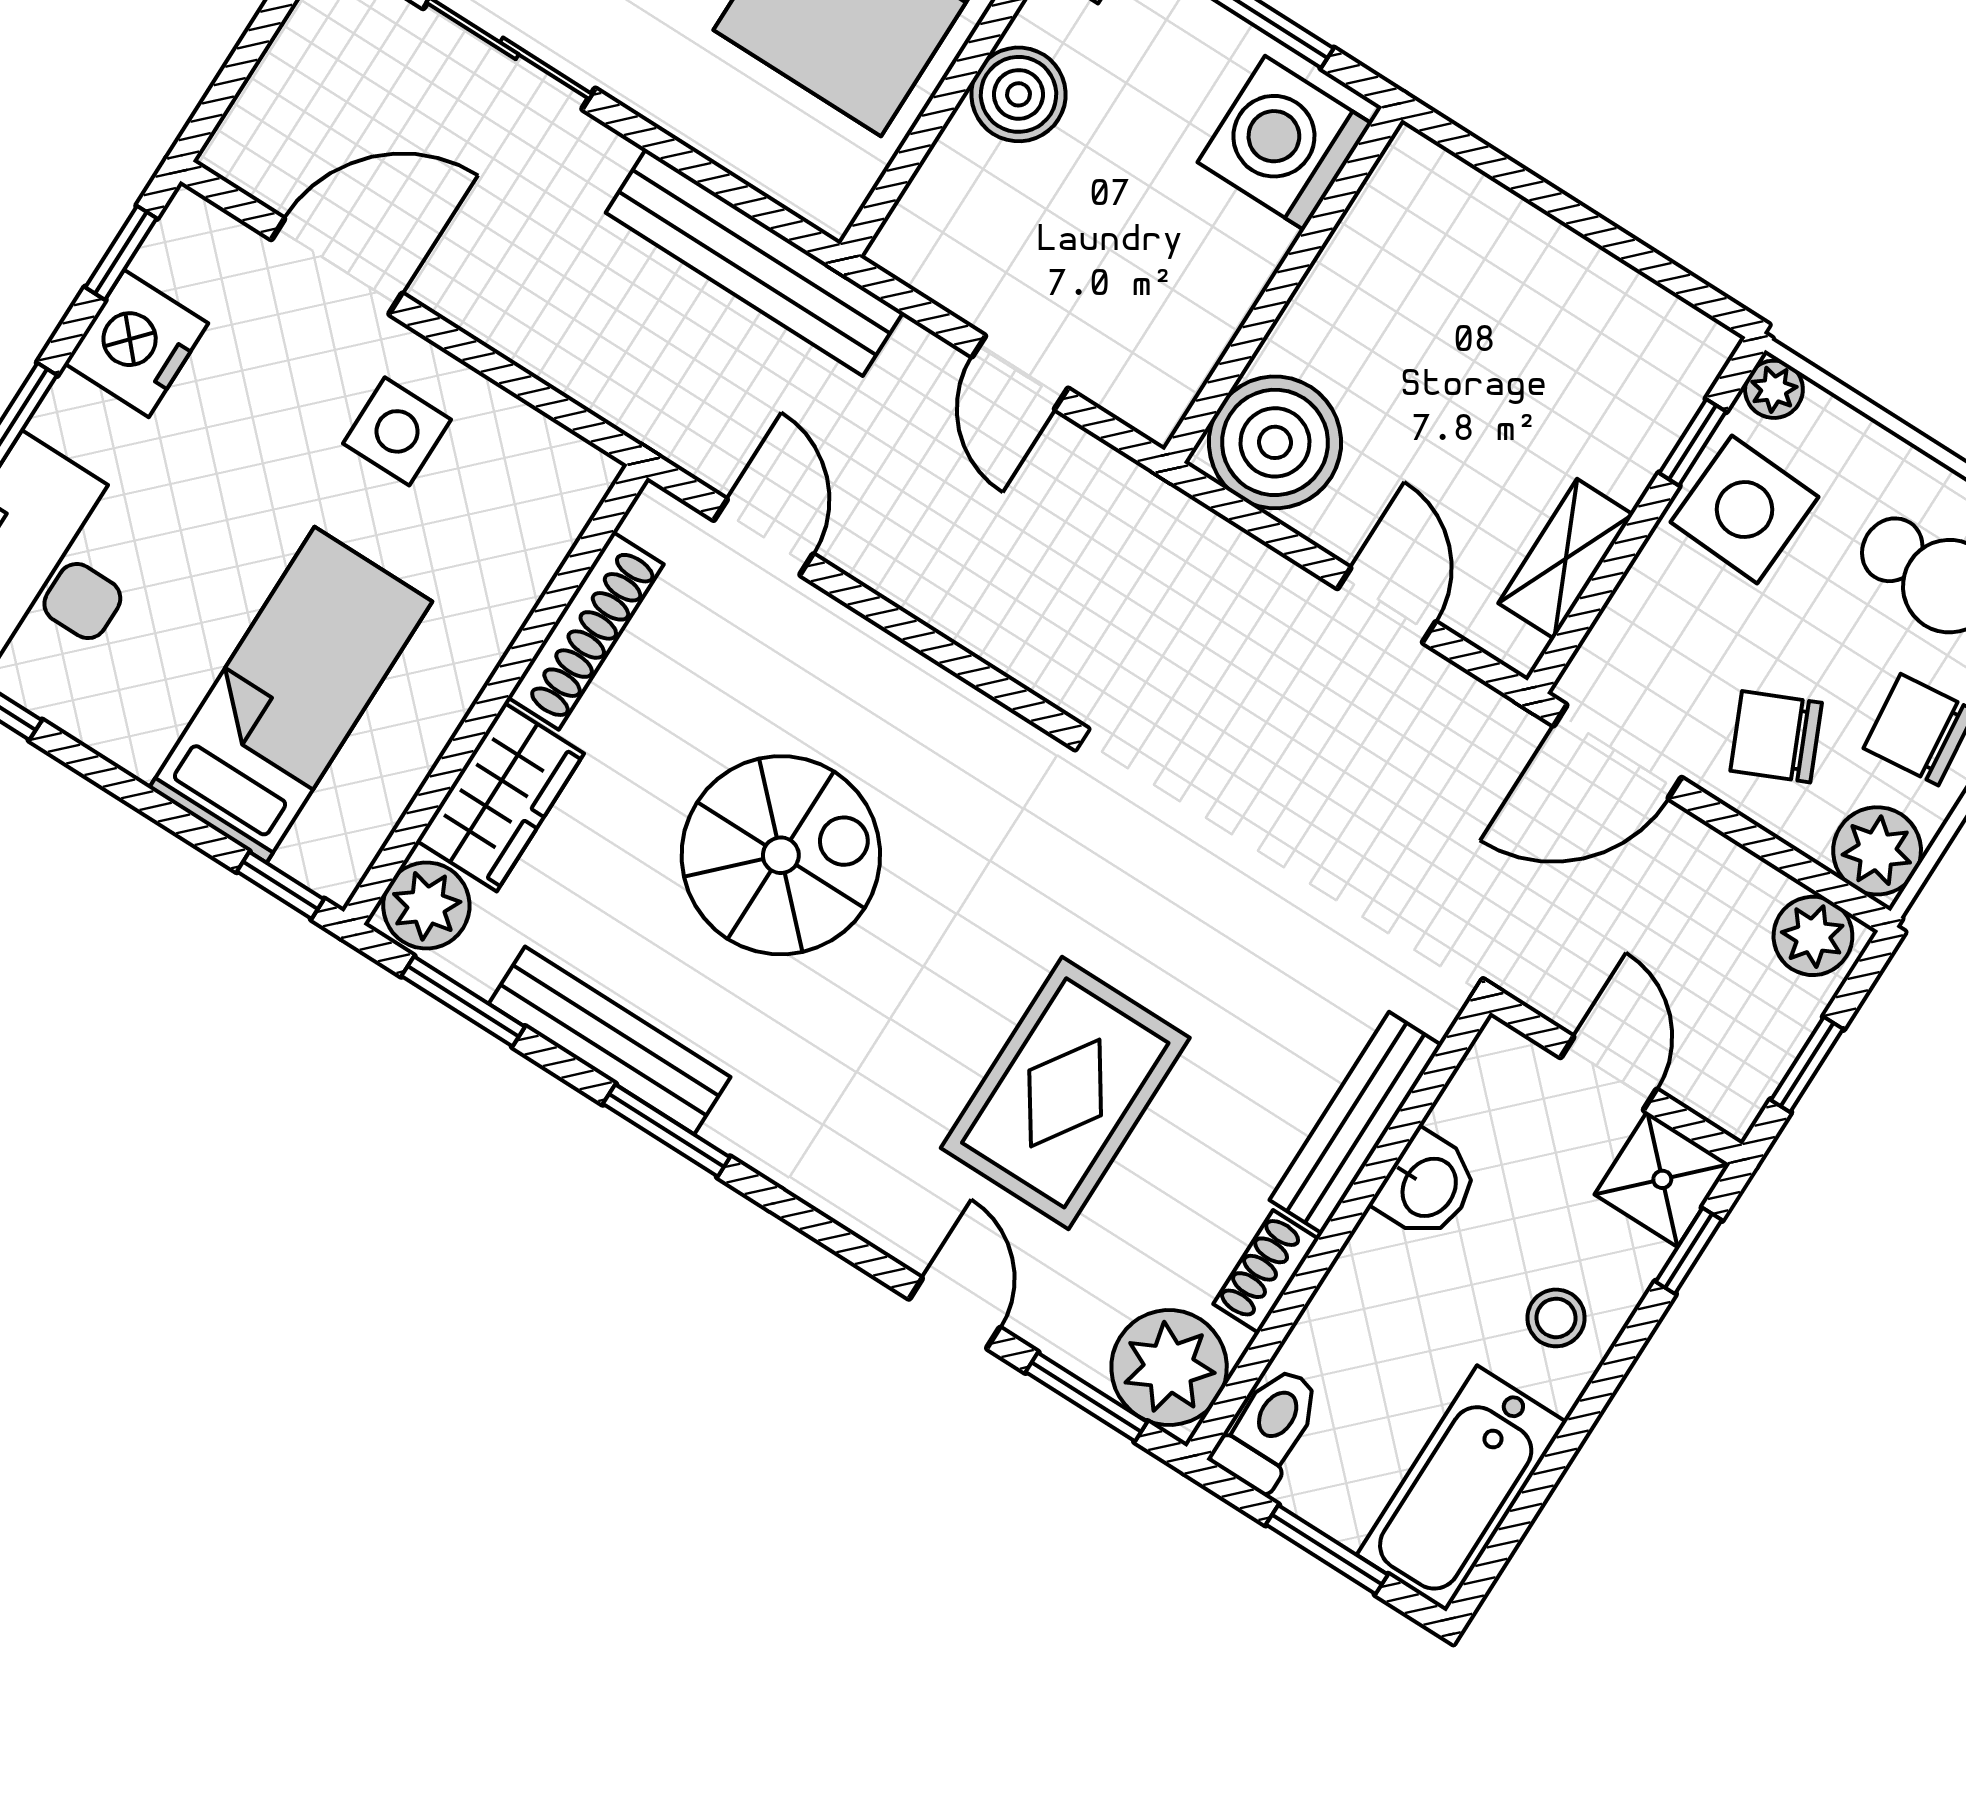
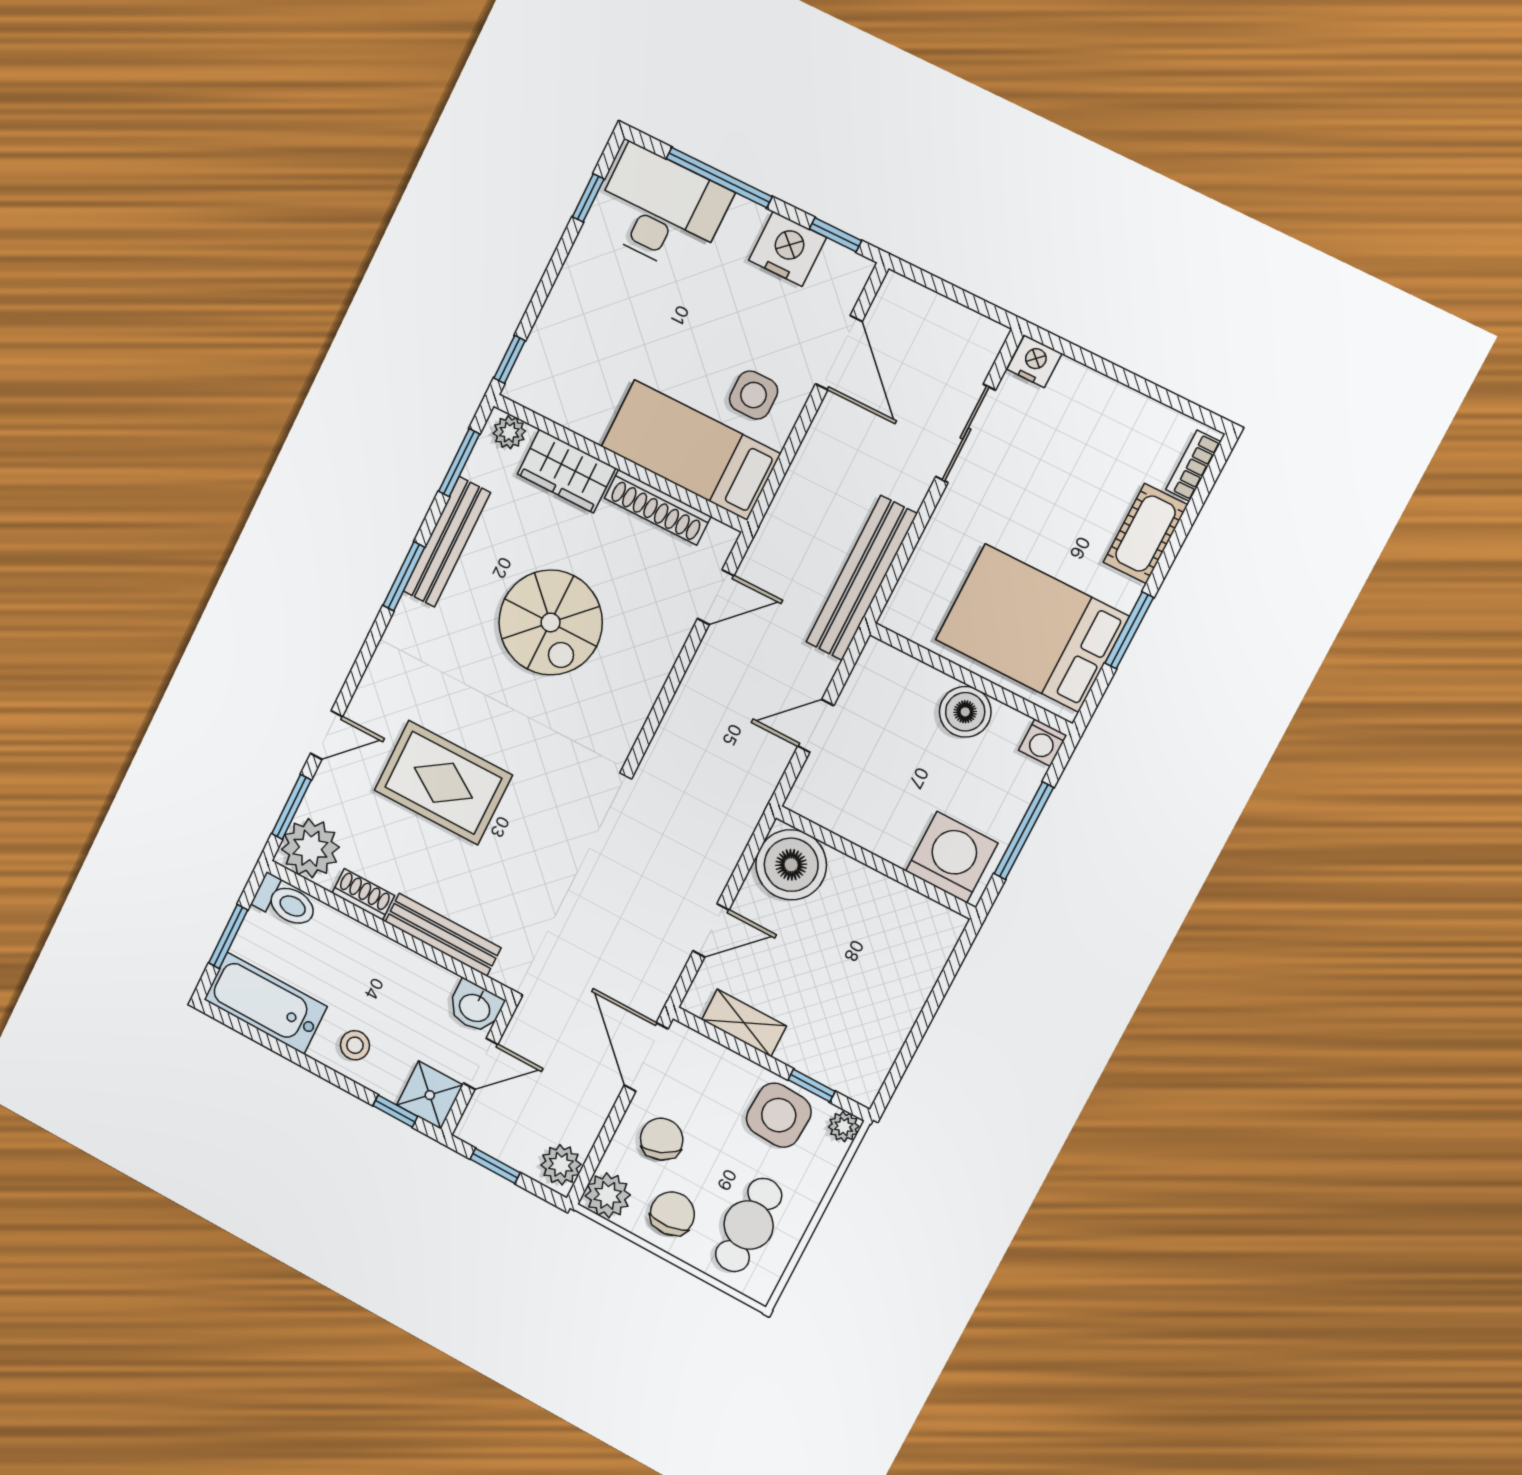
bed: (291, 695) -> (691, 450), moved, turned 180
plant: (426, 906) -> (509, 432), width x0.73, depth x0.73
washbasin: (1427, 1186) -> (475, 1007), moved

